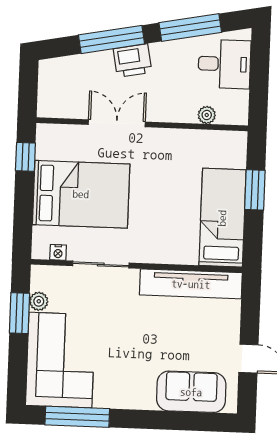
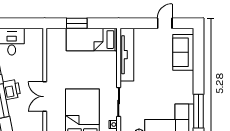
plant: (207, 115) -> (39, 50), removed

